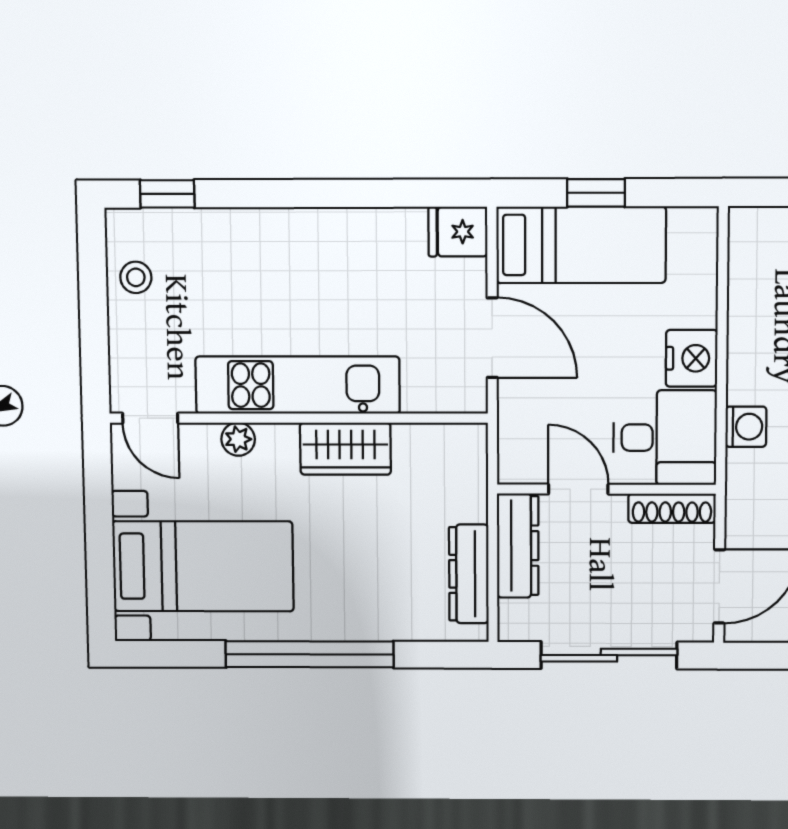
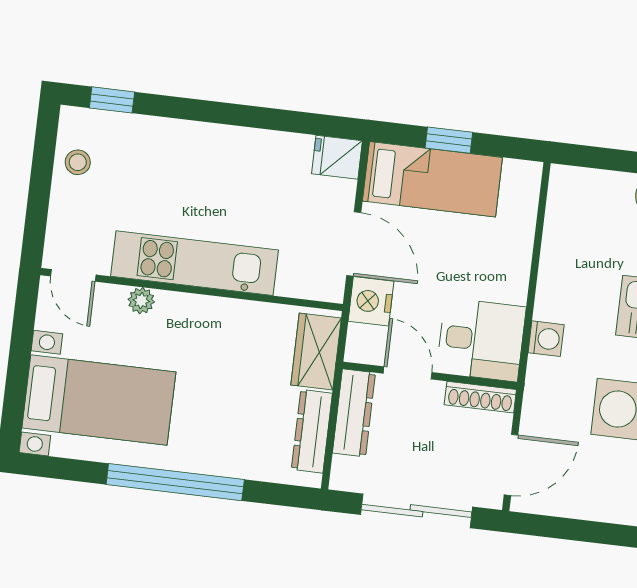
nightstand: (692, 358) -> (371, 301), moved, turned 180
wardrobe: (345, 449) -> (316, 352), moved, turned 90

